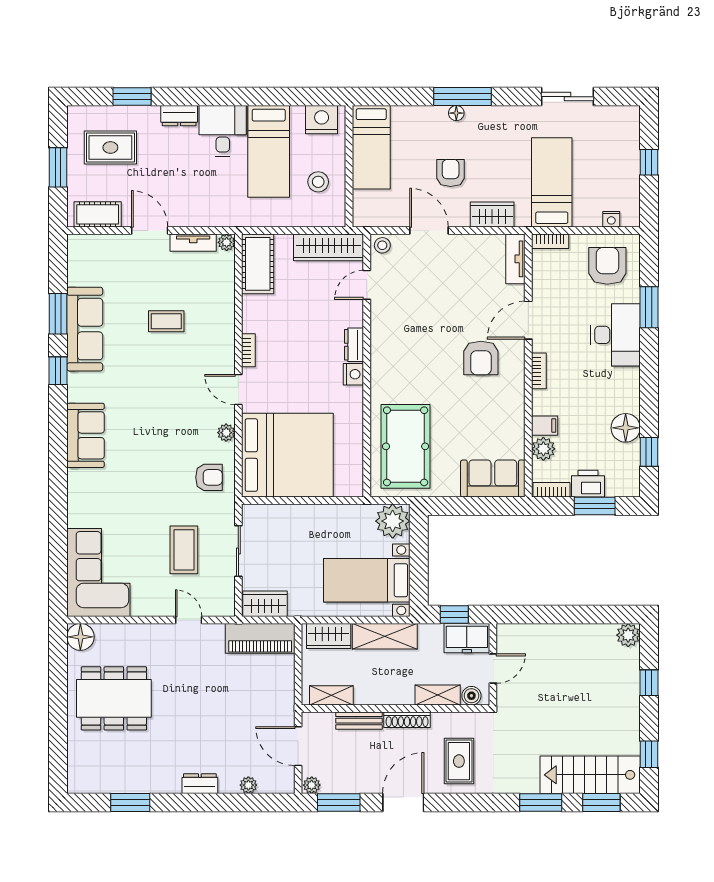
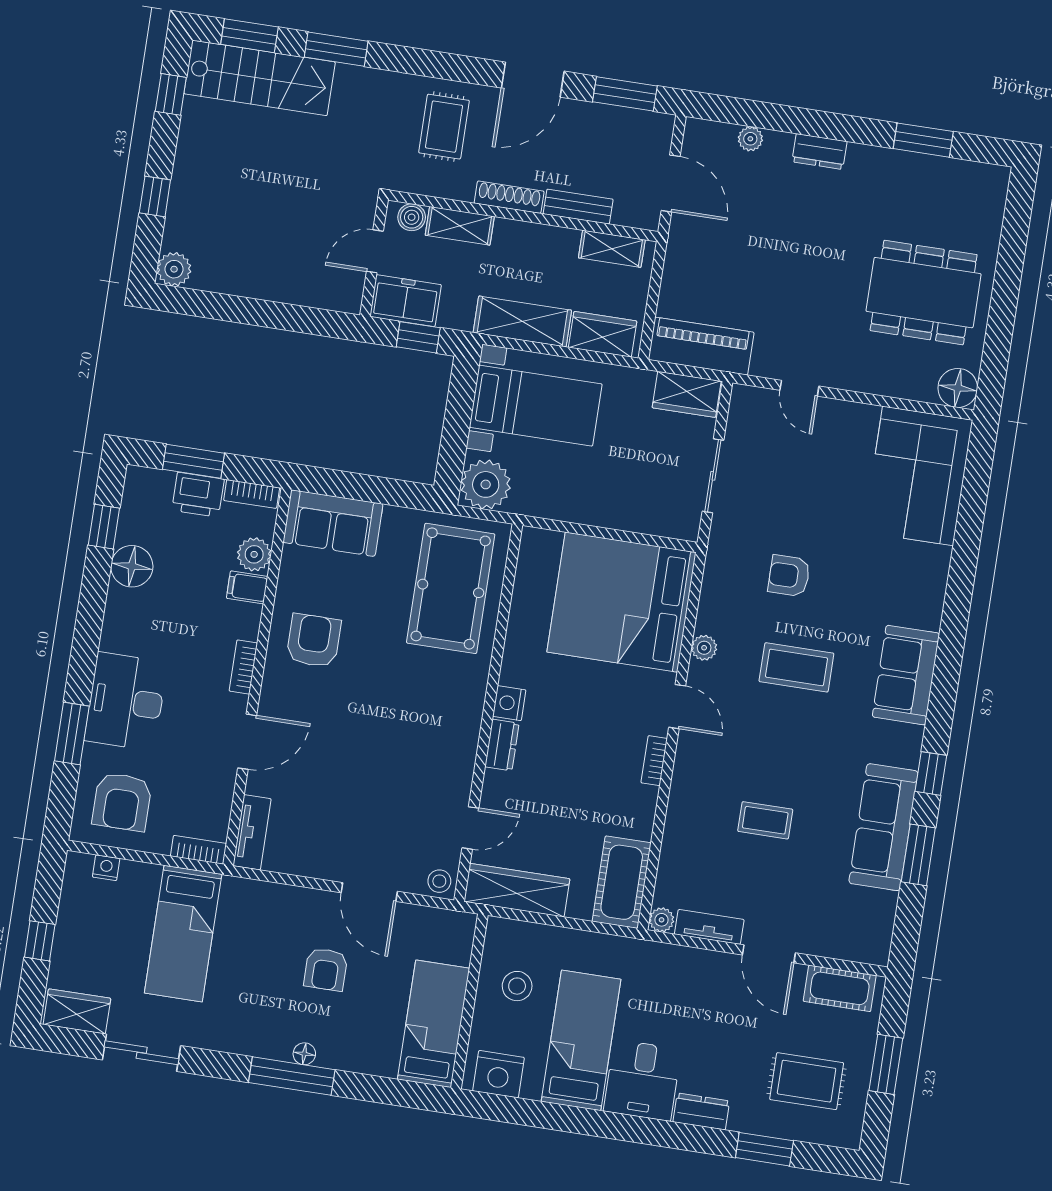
wardrobe: (492, 215) -> (77, 1011), moved, turned 180
armchair: (481, 358) -> (314, 641), moved
armchair: (209, 477) -> (789, 576), moved
coffee table: (184, 550) -> (796, 667), moved, turned 90
plant: (312, 785) -> (660, 125), removed

